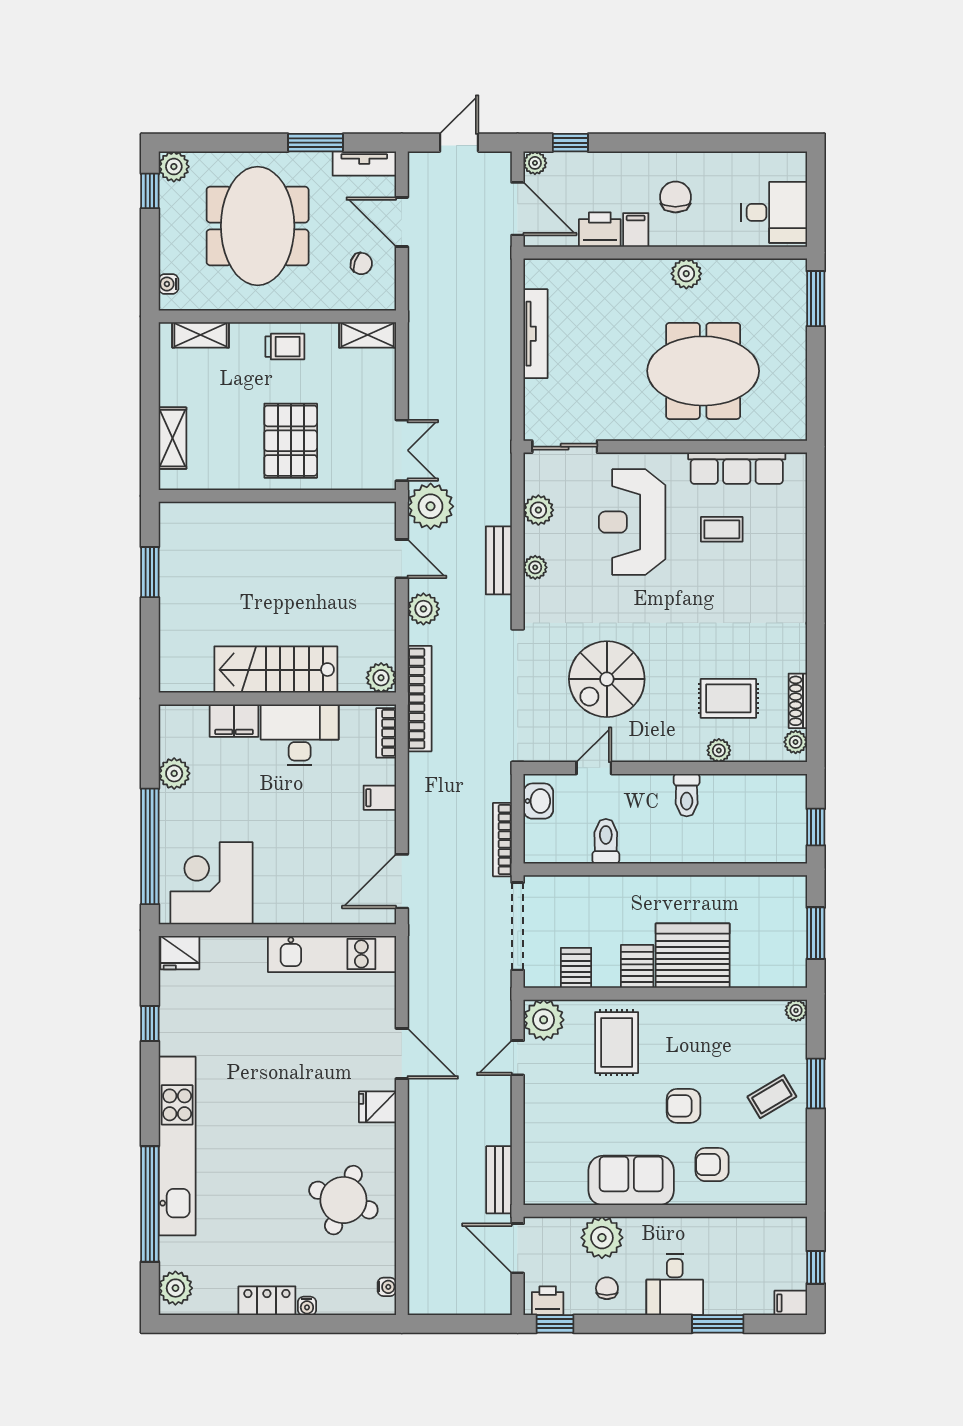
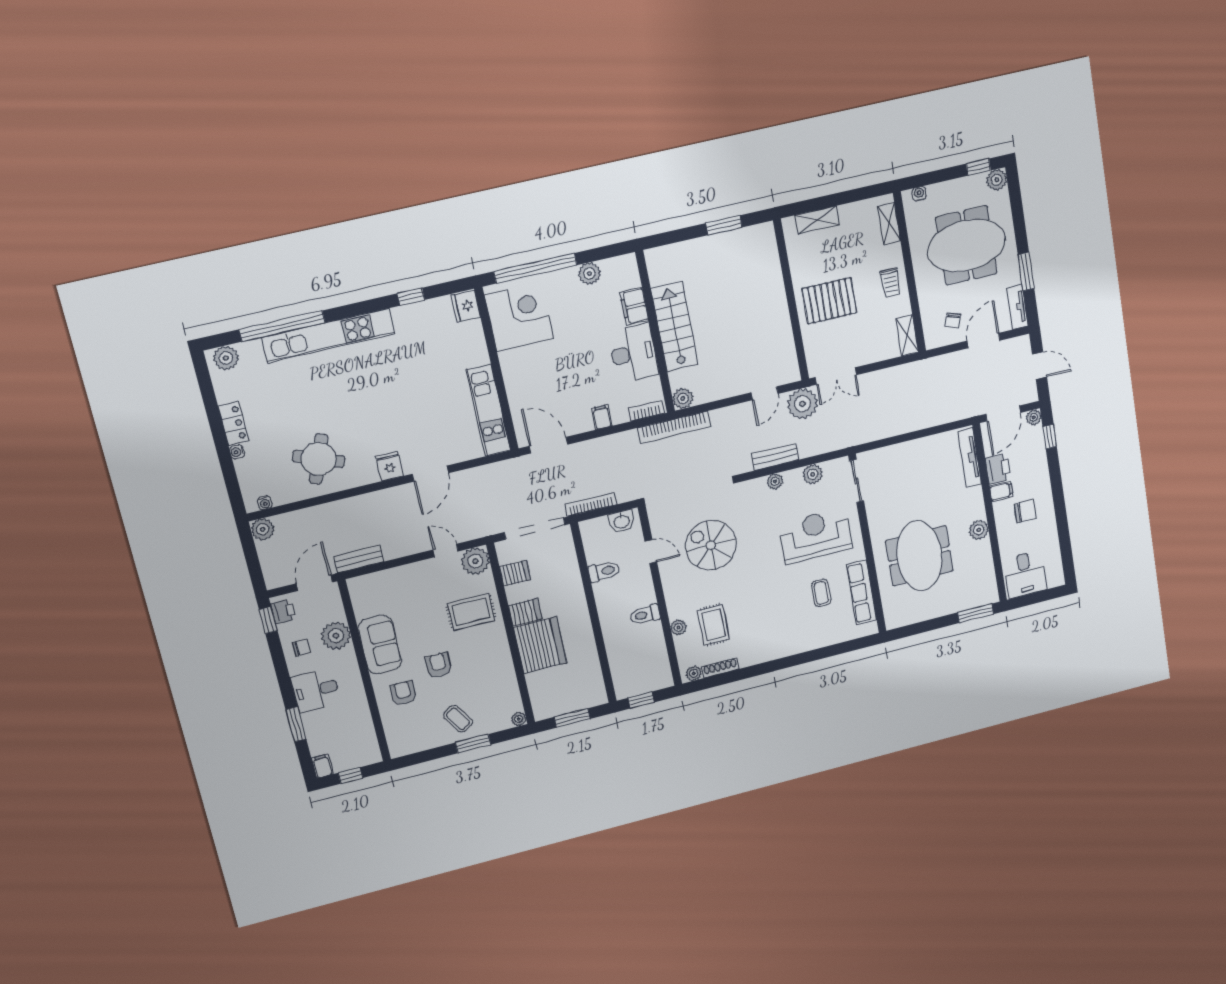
tv unit: (535, 334) -> (970, 458), moved, turned 90
plant: (423, 609) -> (262, 529), moved

